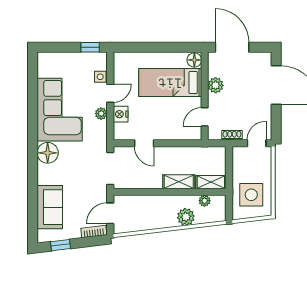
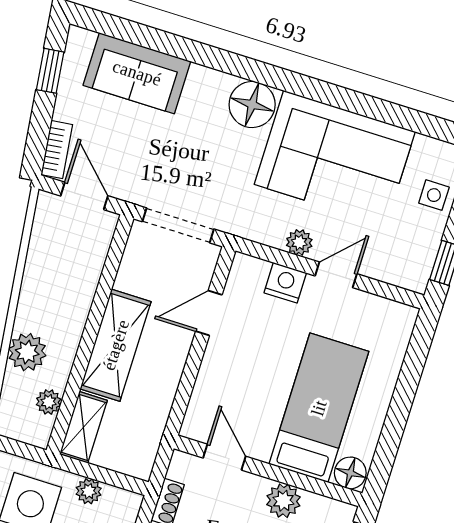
side table: (100, 77) -> (434, 195), moved
door: (110, 93) -> (336, 275), swing flipped
plant: (238, 171) -> (89, 491), added
shelving: (179, 182) -> (116, 345), width x1.50, depth x1.33

